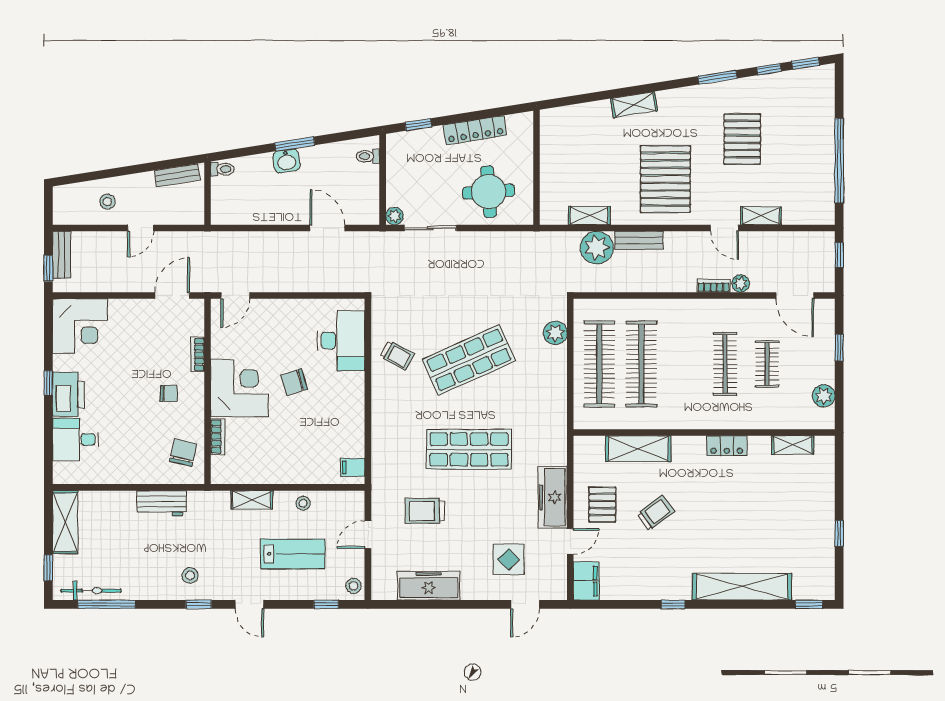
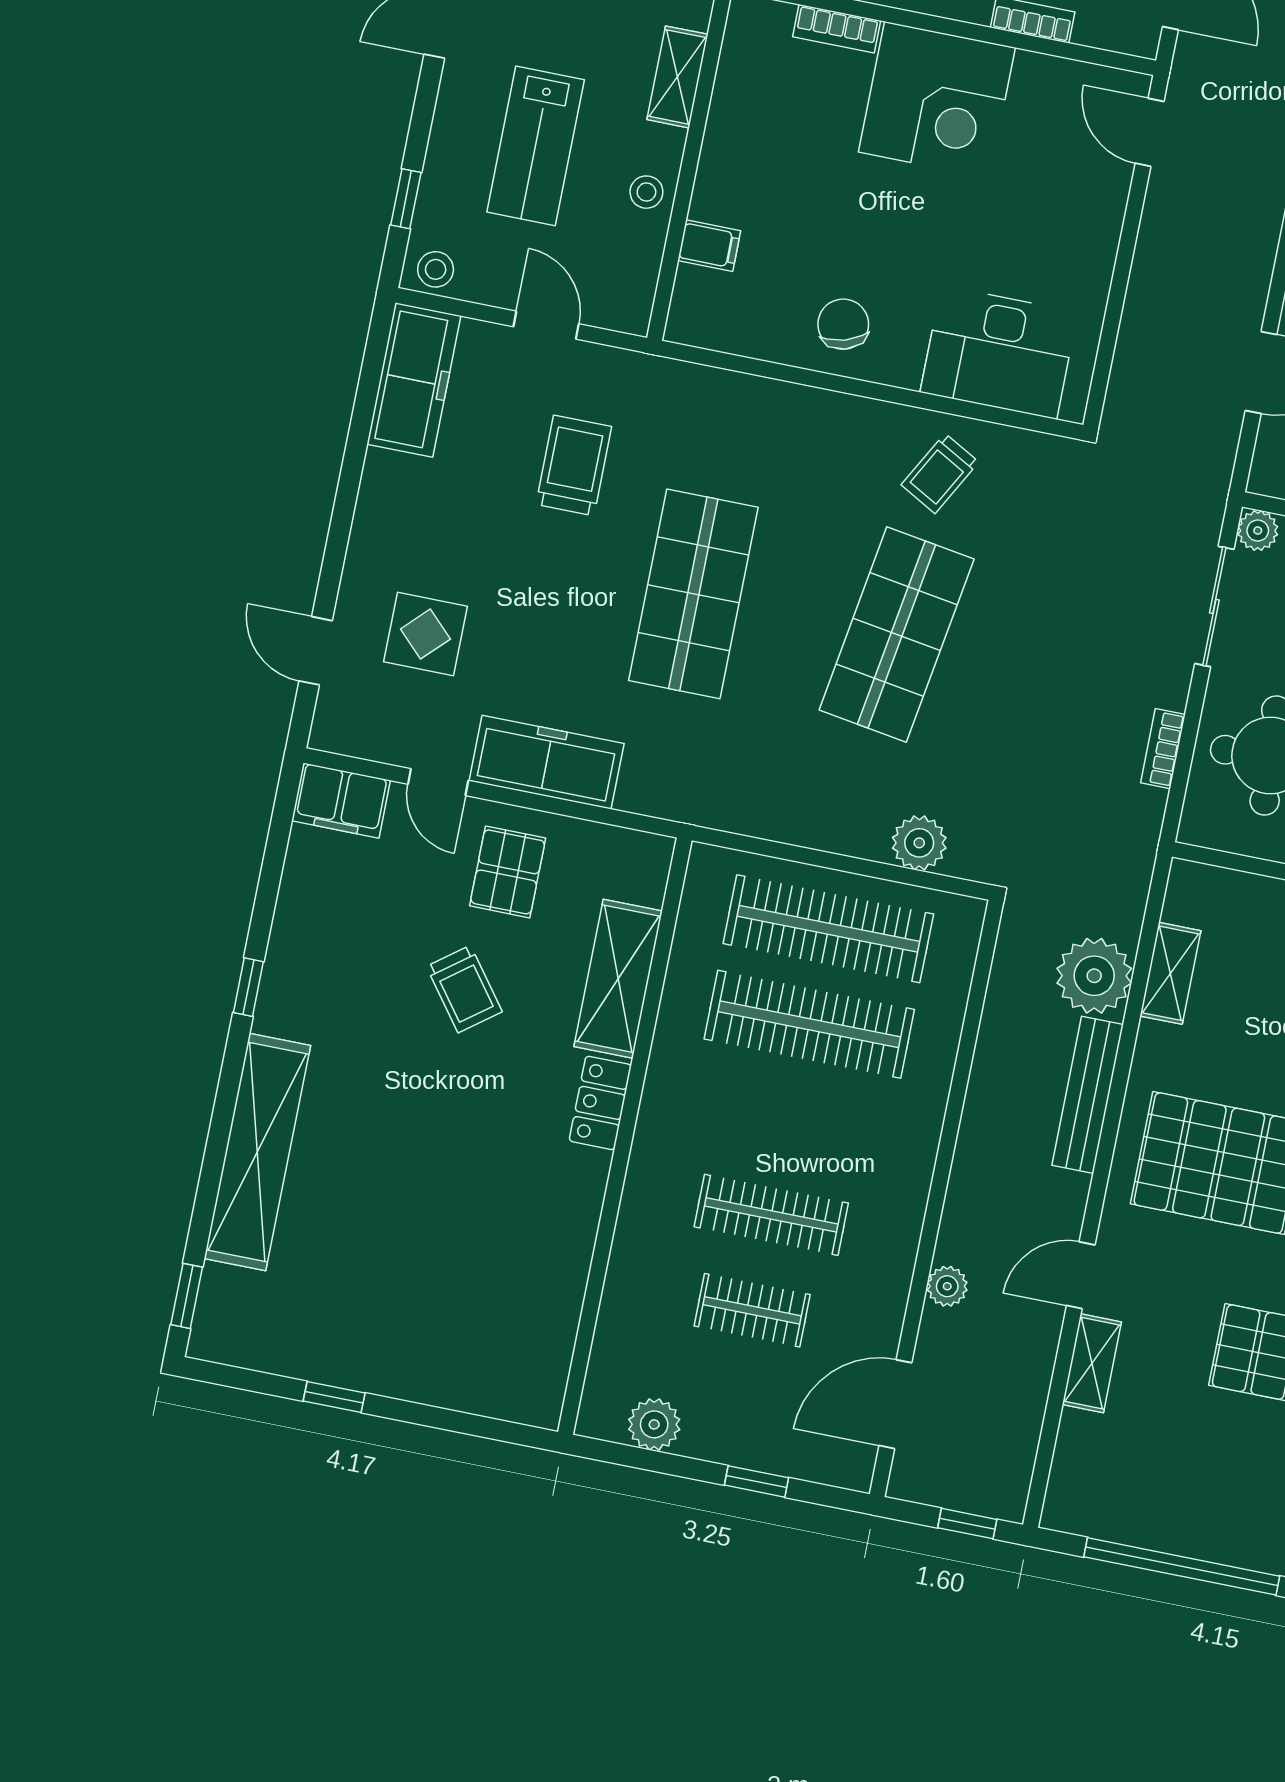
bench: (639, 240) -> (1088, 1095), width x1.36
bookcase: (714, 286) -> (1163, 749), moved, turned 180
shop shelf: (469, 360) -> (897, 634), turned 33
chair: (294, 382) -> (843, 324), moved
shelving: (793, 445) -> (556, 1332), removed
locker: (727, 446) -> (600, 1103), moved
filing cabinet: (353, 467) -> (709, 246), moved, turned 90
pallet: (602, 504) -> (508, 872), turned 90
freezer: (429, 586) -> (414, 380), moved

